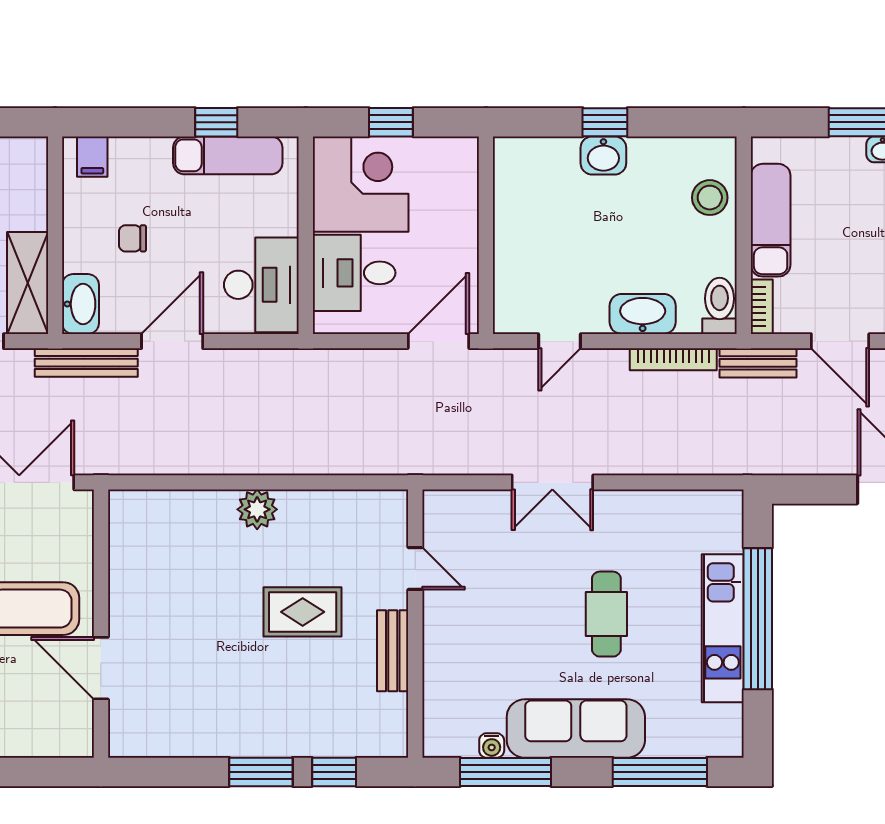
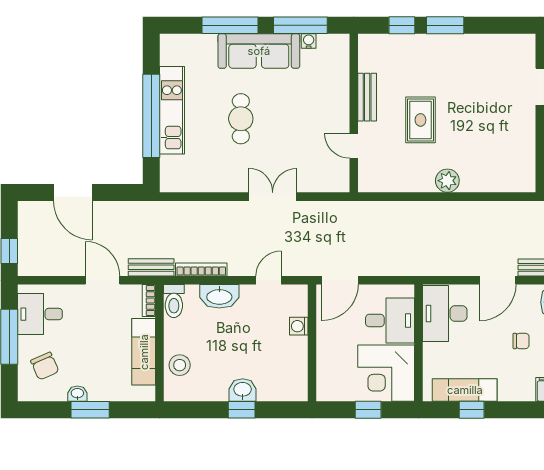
washing machine: (508, 263) -> (299, 326), added
rug: (303, 612) -> (420, 120), turned 90
window: (660, 772) -> (230, 25), moved

